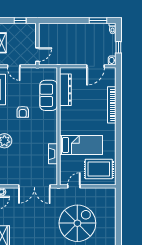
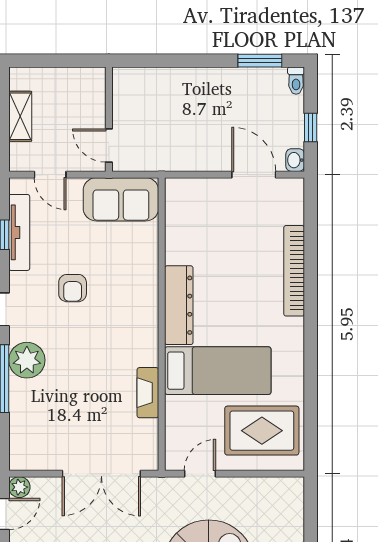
window: (20, 20) -> (66, 61), removed
door: (37, 55) -> (109, 146), swing flipped
door: (96, 66) -> (254, 175), swing flipped
dresser: (65, 90) -> (179, 305), moved
sofa: (49, 95) -> (121, 199), moved, turned -90

